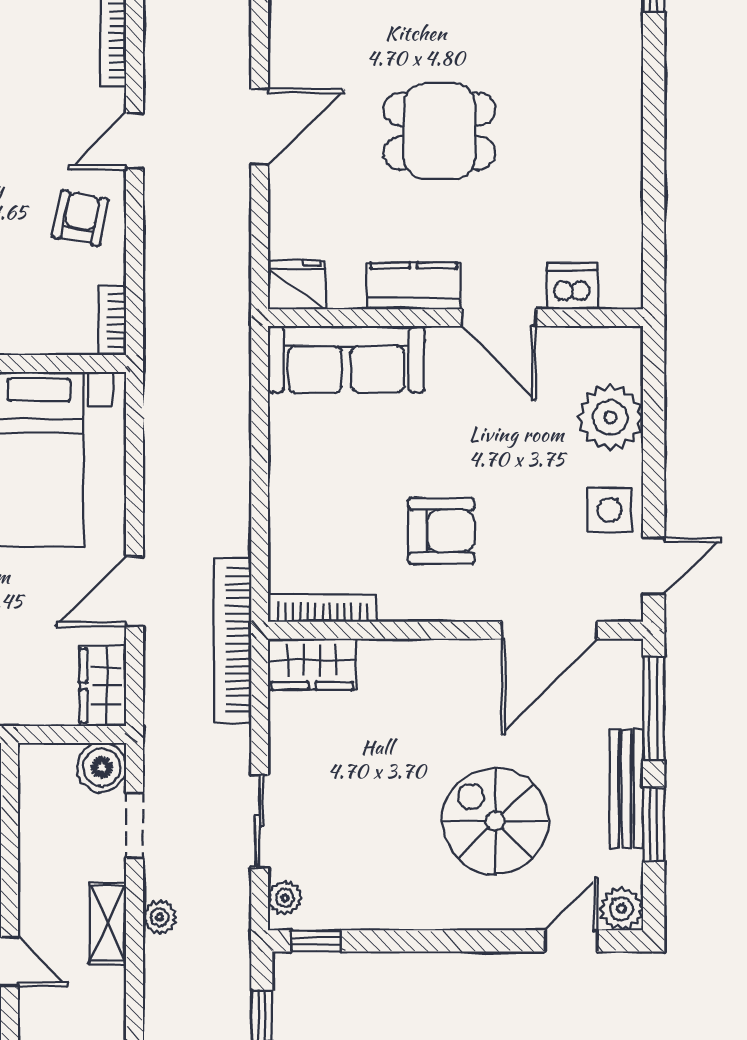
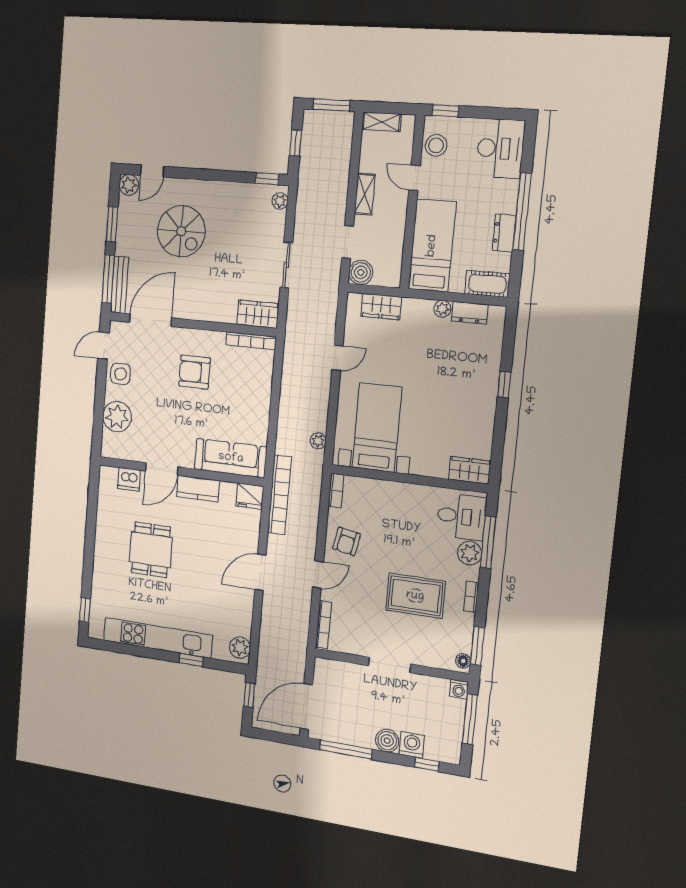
dining table: (439, 131) -> (151, 550), moved, turned 90
door: (499, 318) -> (162, 469), swing flipped
door: (135, 591) -> (337, 358), width x0.73
bookcase: (233, 640) -> (279, 495), moved
wardrobe: (103, 686) -> (381, 307), moved, turned 90
bench: (626, 789) -> (120, 285), moved
sliding door: (260, 821) -> (286, 265), moved
plant: (160, 917) -> (318, 441), moved

